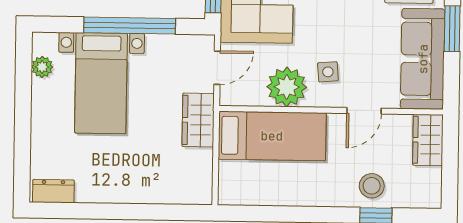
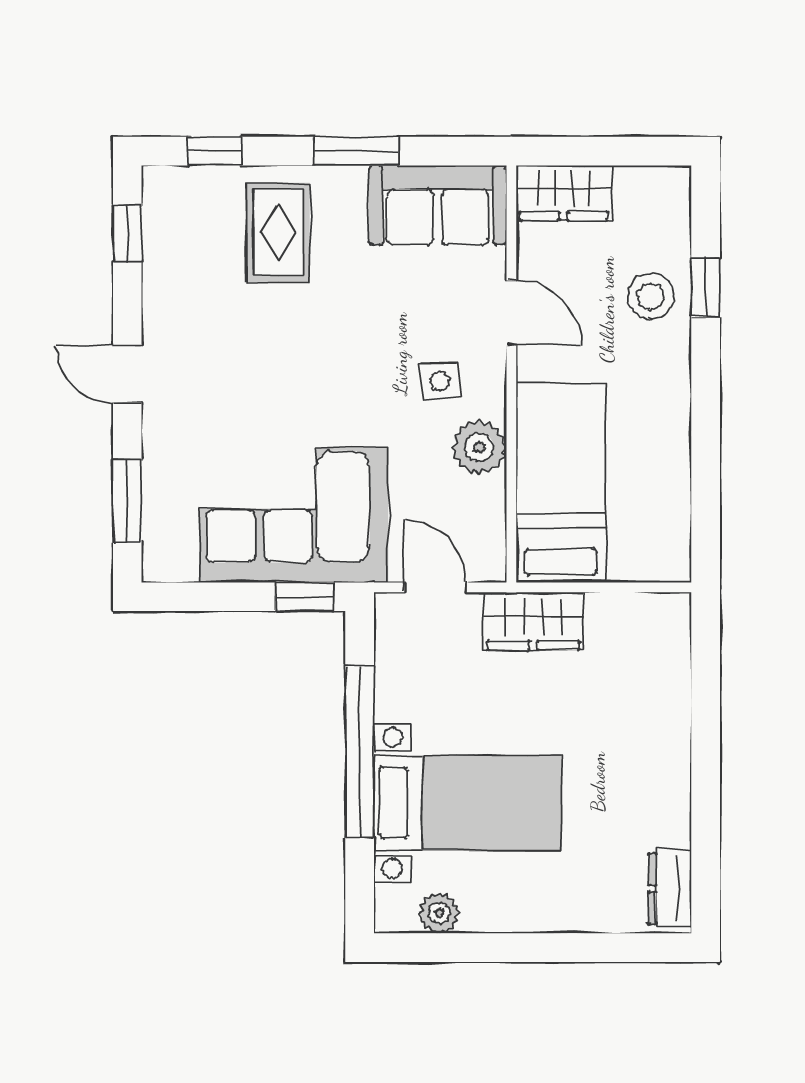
sofa: (423, 59) -> (438, 205), width x0.73
plant: (287, 87) -> (479, 447), width x0.73, depth x0.73

